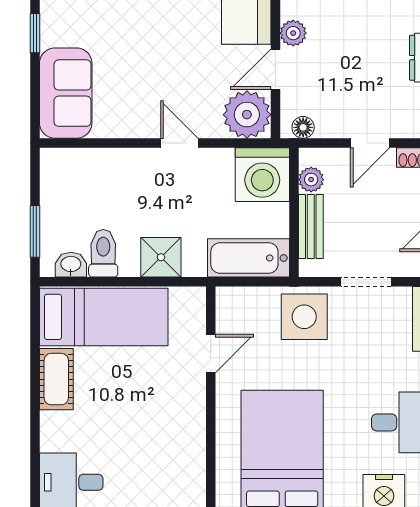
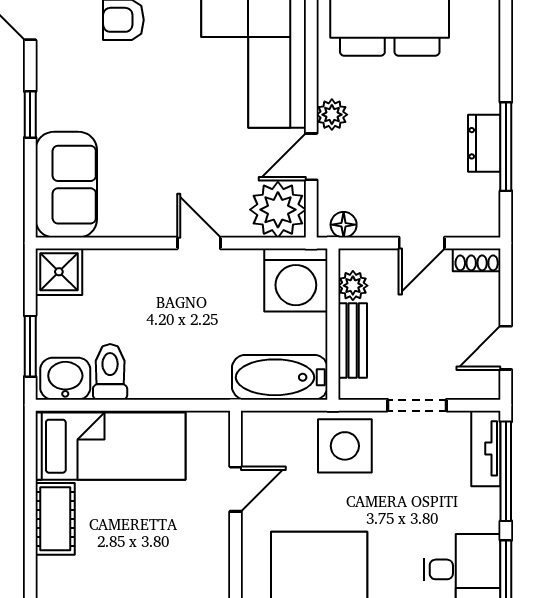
shower: (161, 257) -> (59, 272), moved
washbasin: (71, 265) -> (65, 379), width x1.38, depth x1.45

